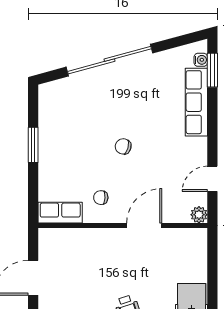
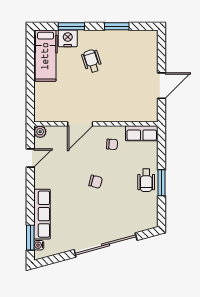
wheelchair: (54, 148) -> (146, 180), added

